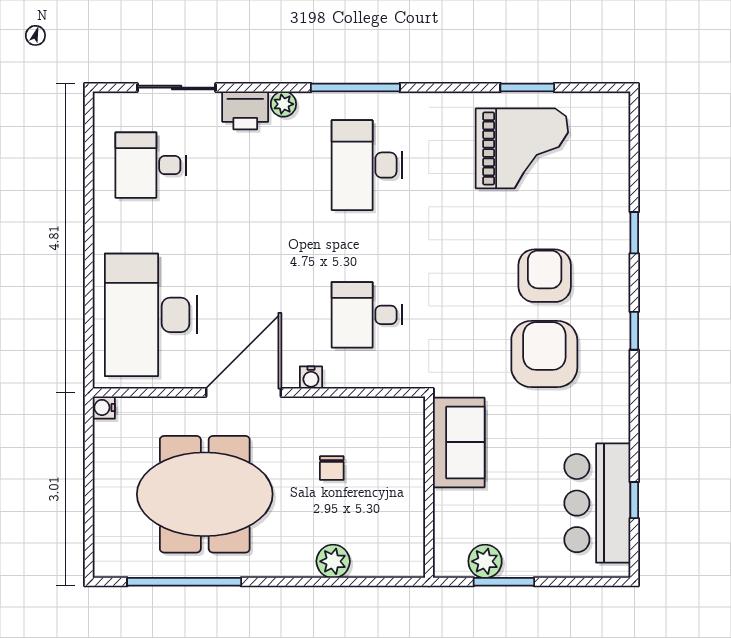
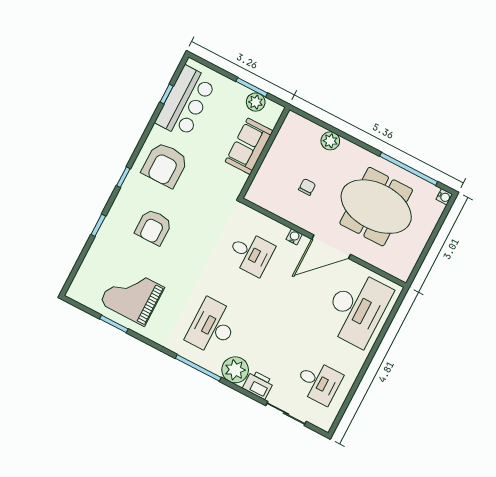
plant: (283, 104) -> (235, 370), width x1.87, depth x1.87
desk: (367, 165) -> (212, 327), turned 180
armchair: (544, 354) -> (165, 165), moved
water cooler: (104, 407) -> (444, 197), moved
sofa: (459, 442) -> (249, 146), moved

